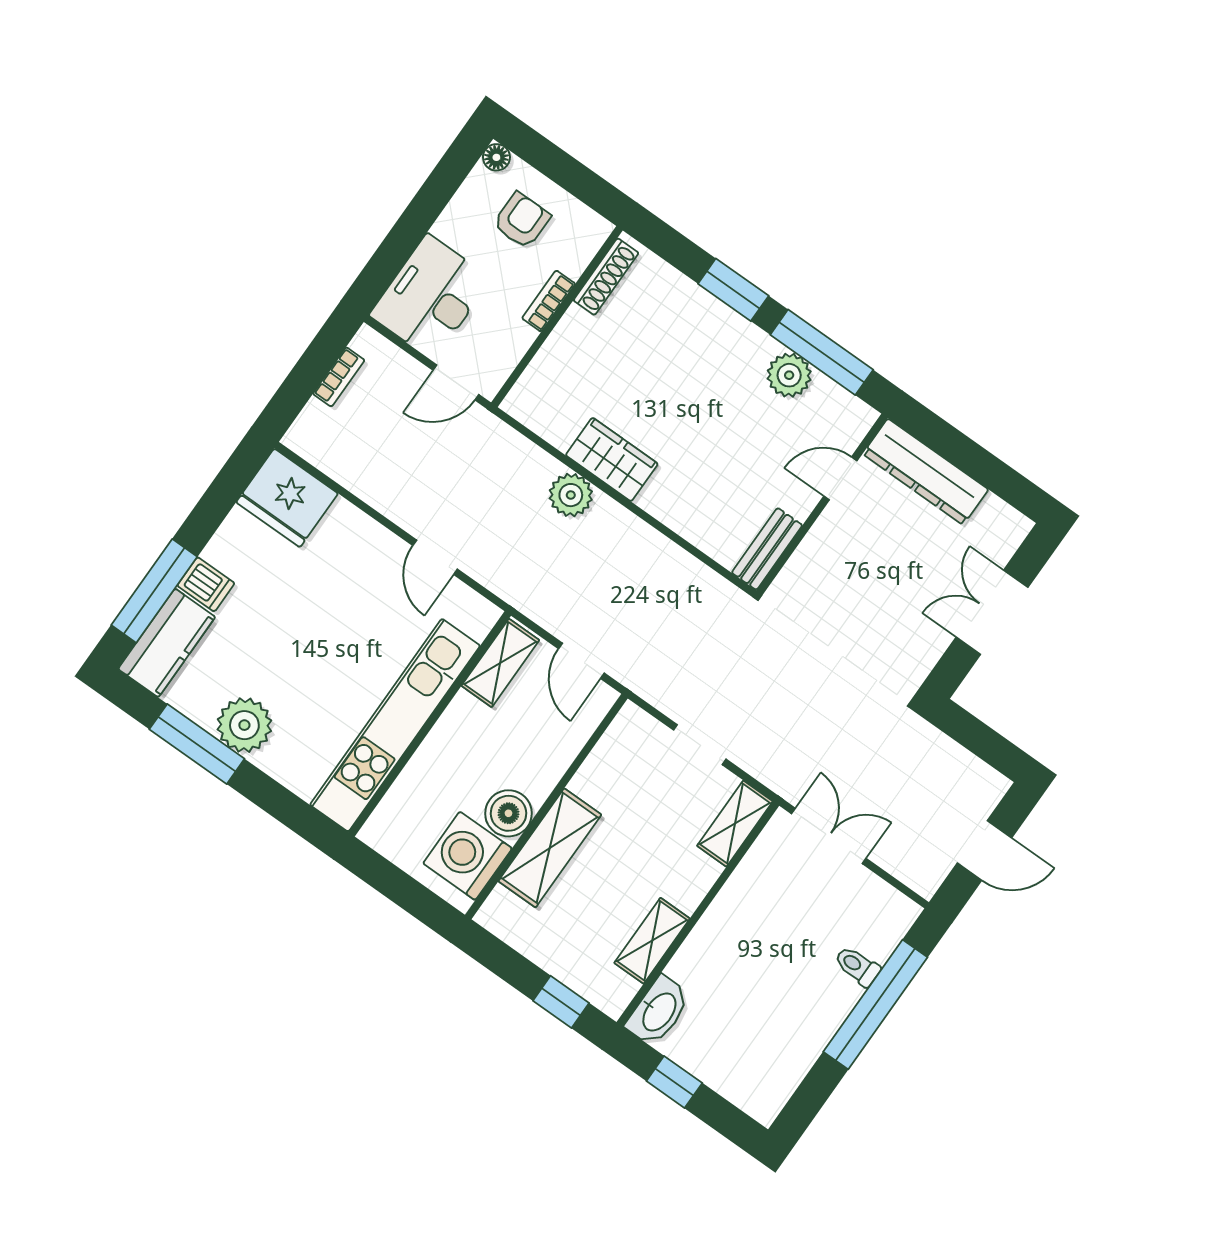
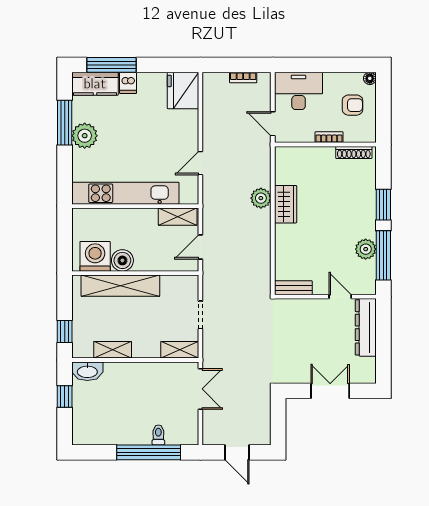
shelving: (550, 848) -> (120, 286), width x1.47

